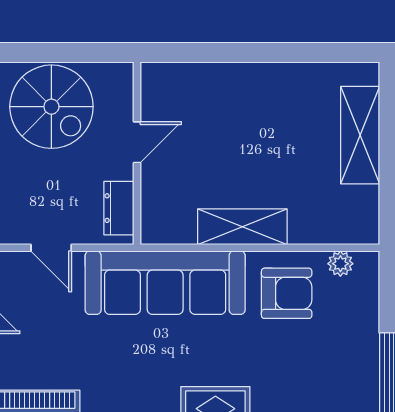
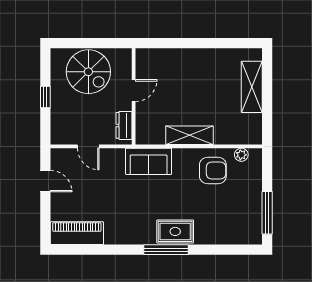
sofa: (165, 283) -> (149, 161), width x0.54, depth x0.79

